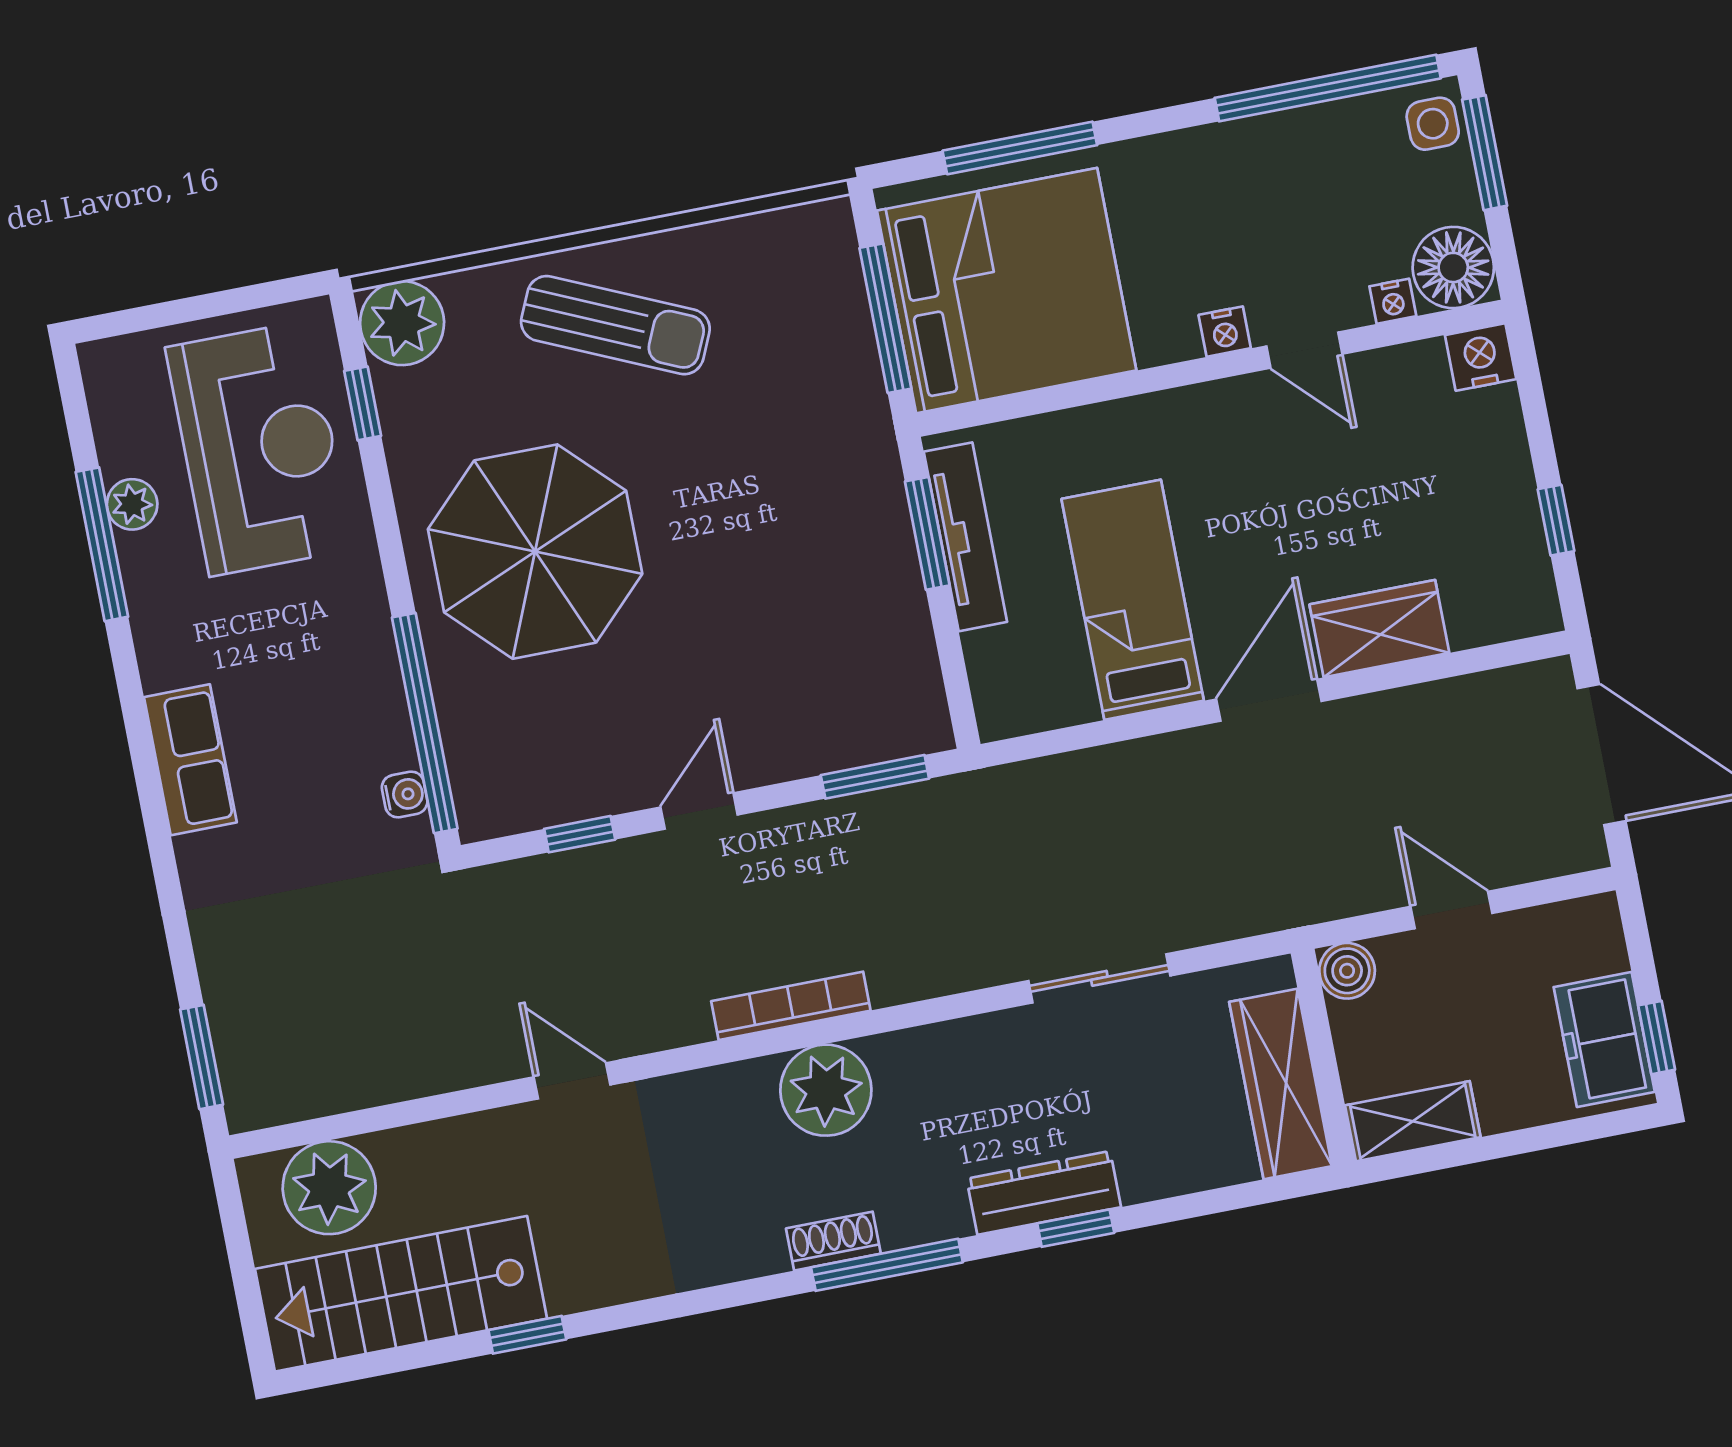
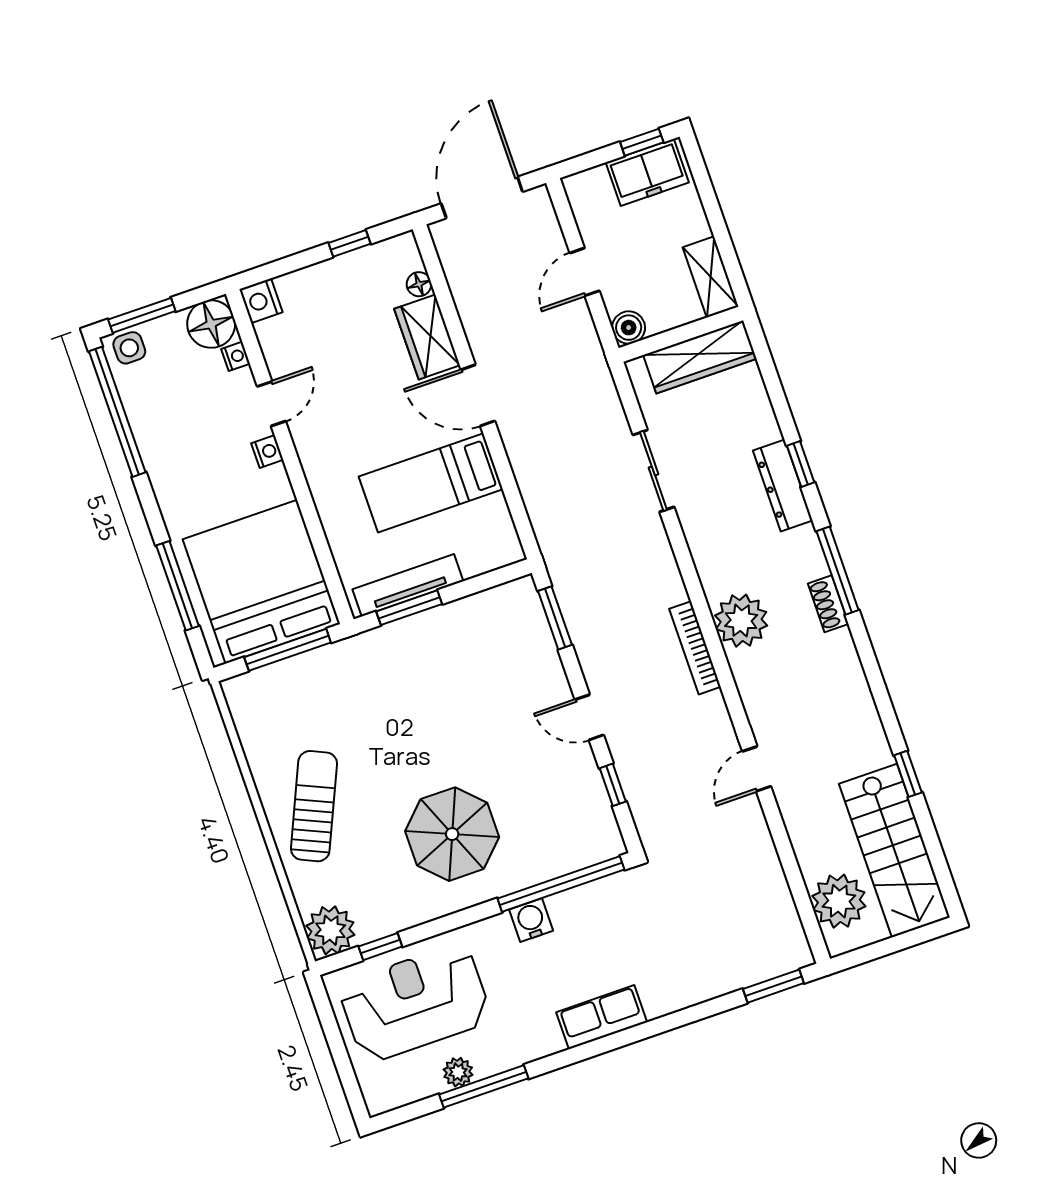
parasol: (535, 552) -> (452, 834), width x0.73, depth x0.73
floor lamp: (1470, 628) -> (419, 284), added
water cooler: (405, 795) -> (531, 920), moved, width x1.38, depth x1.38

